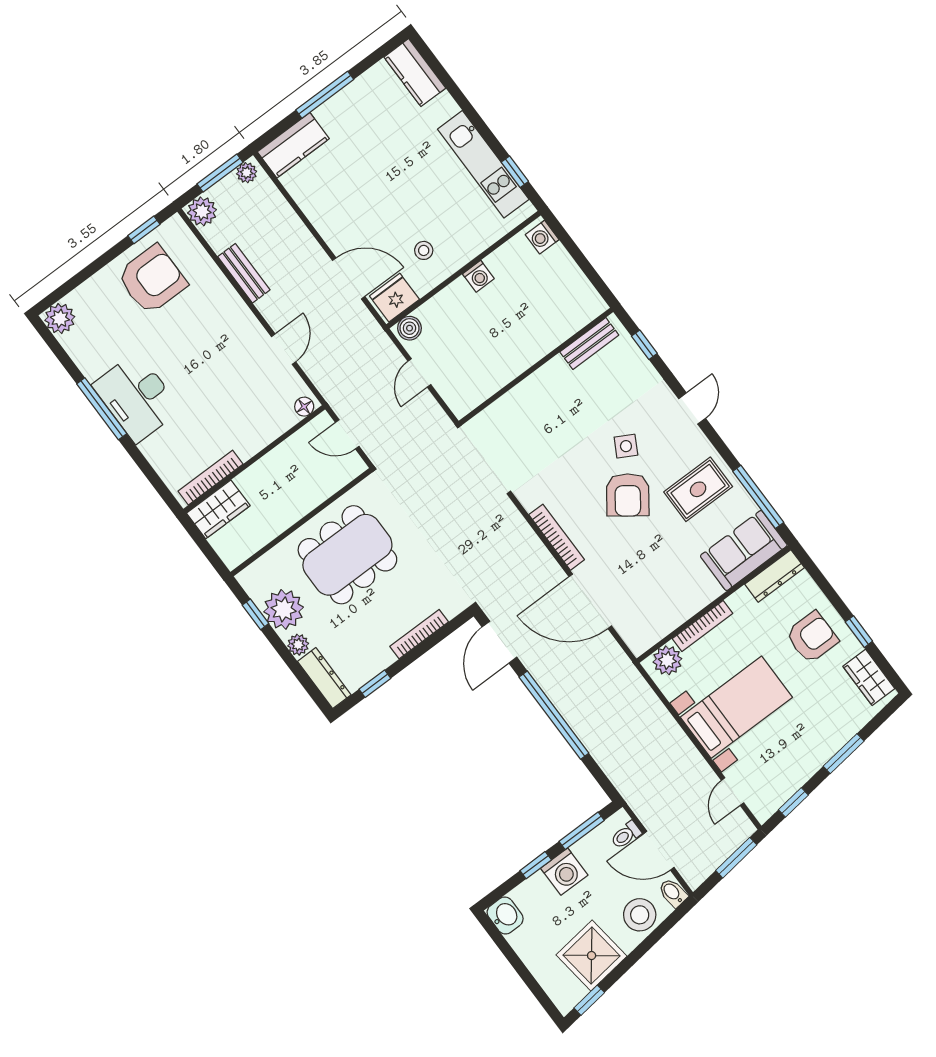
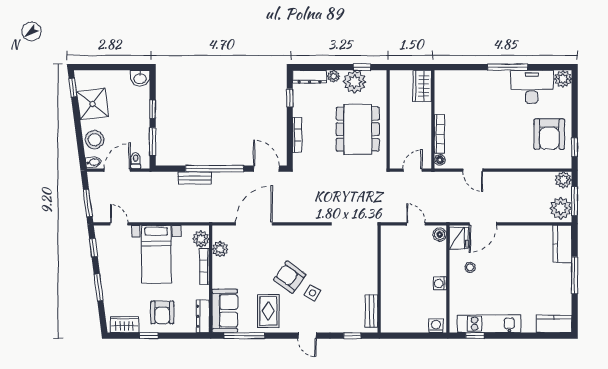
plant: (247, 173) -> (561, 208), width x1.88, depth x1.88
bench: (244, 273) -> (195, 178), moved
desk: (137, 397) -> (532, 87), moved
bookcase: (211, 478) -> (439, 134), moved
bookcase: (557, 537) -> (295, 230), removed
plant: (662, 622) -> (220, 249), added
washing machine: (564, 872) -> (140, 120), removed

